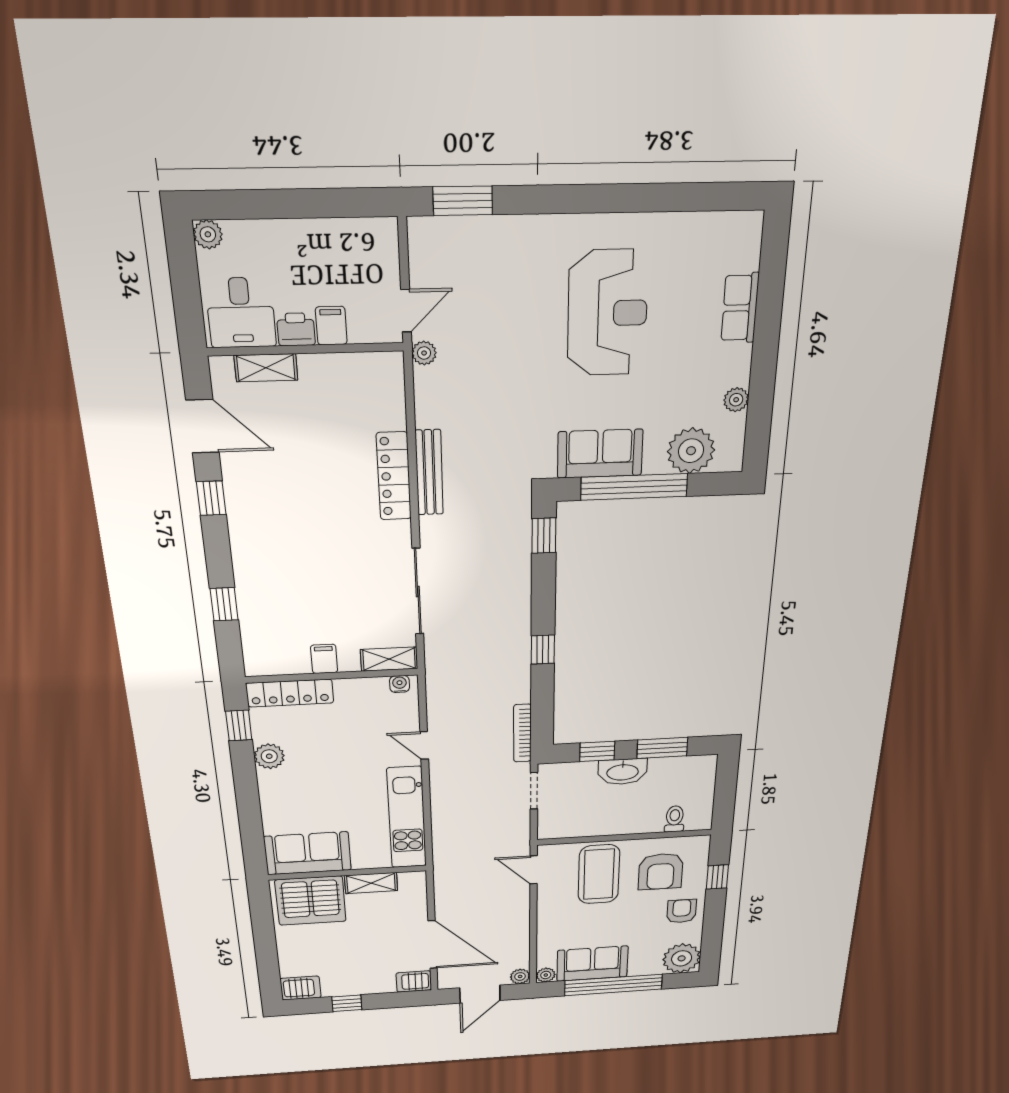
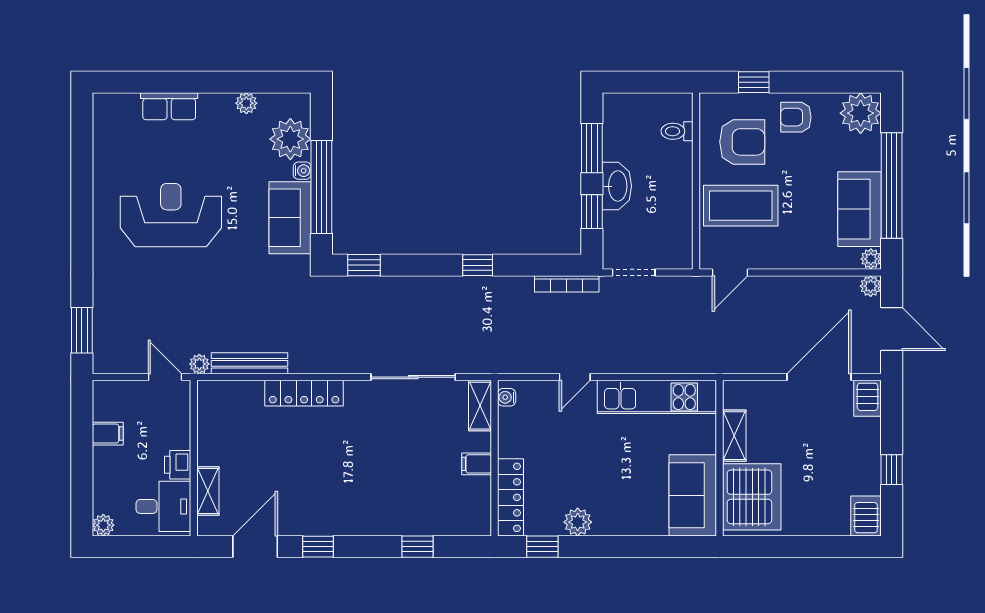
filing cabinet: (331, 326) -> (108, 434), moved, turned 180
water cooler: (654, 465) -> (302, 171), added
bench: (429, 473) -> (249, 363), moved

